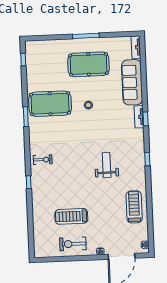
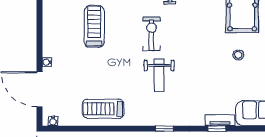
weight bench: (107, 165) -> (159, 75), turned 90
treadmill: (134, 207) -> (103, 109), turned 180
exercise bike: (73, 244) -> (151, 34), moved

